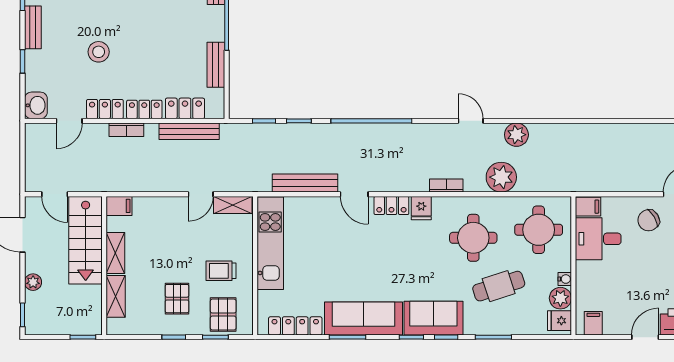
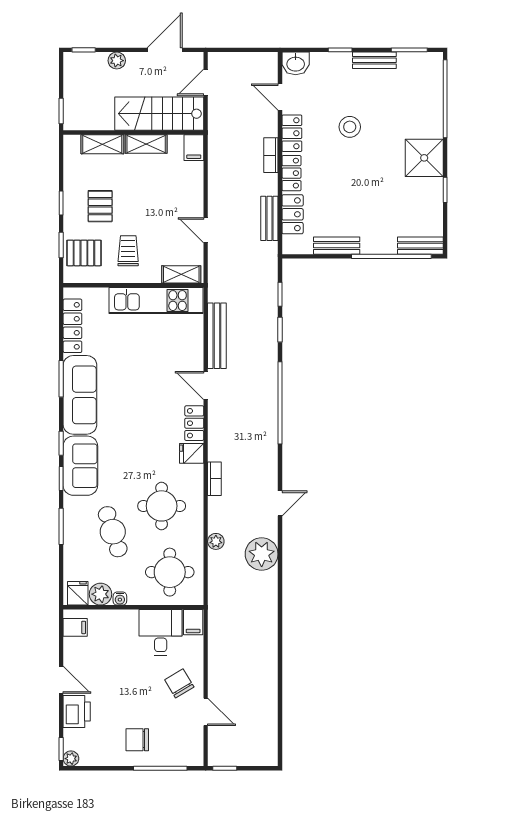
bench: (189, 131) -> (269, 218), width x0.73
plant: (516, 135) -> (262, 554), width x1.36, depth x1.36
plant: (501, 177) -> (216, 541), width x0.53, depth x0.53
door: (354, 194) -> (206, 385), hinge flipped
shelving: (233, 205) -> (181, 274), moved, turned 90
pallet: (177, 299) -> (100, 206), turned 90

